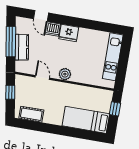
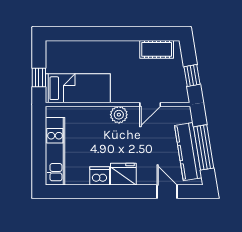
dishwasher: (53, 29) -> (100, 176), moved
kitchen counter: (22, 47) -> (188, 152), width x1.50
door: (42, 77) -> (150, 104), hinge flipped
bed: (86, 120) -> (78, 88), moved

